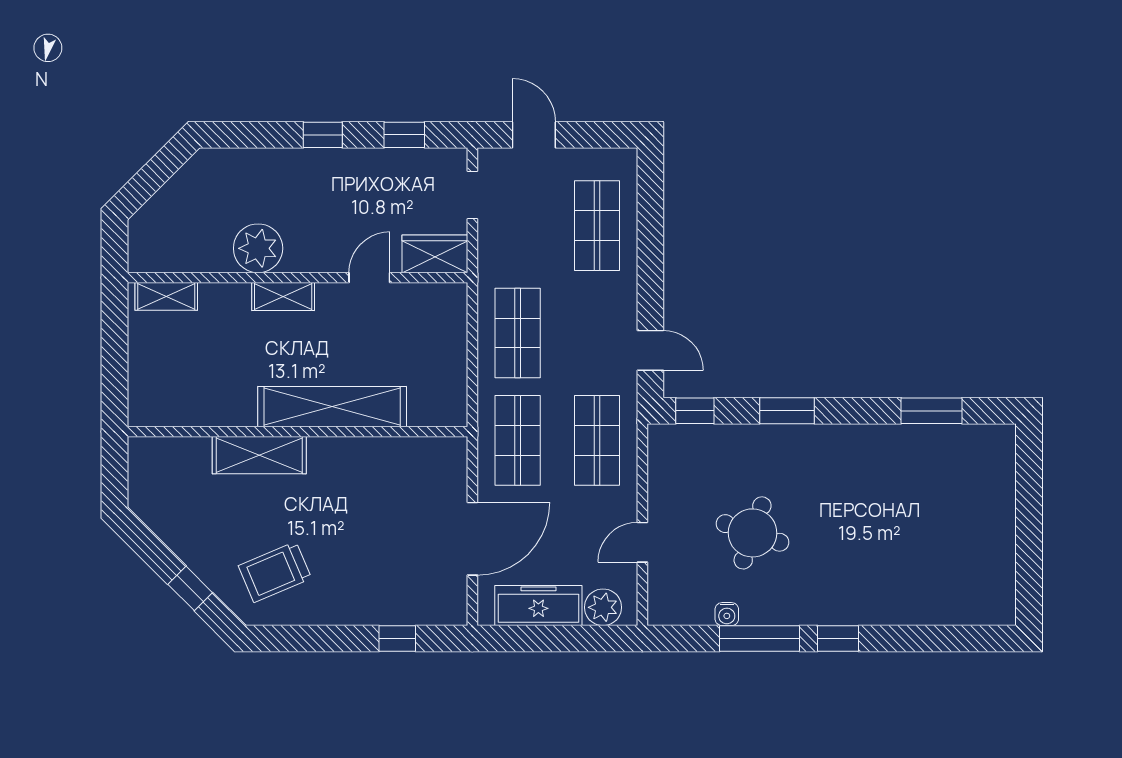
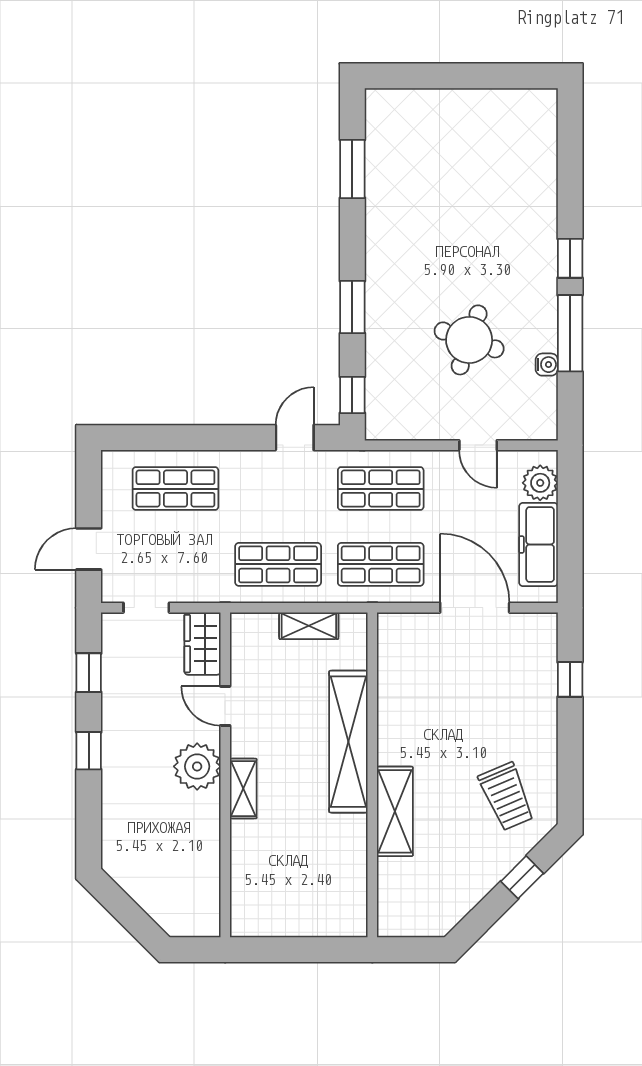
plant: (258, 248) -> (197, 766), moved
shelving: (166, 296) -> (309, 626), moved, turned 90

